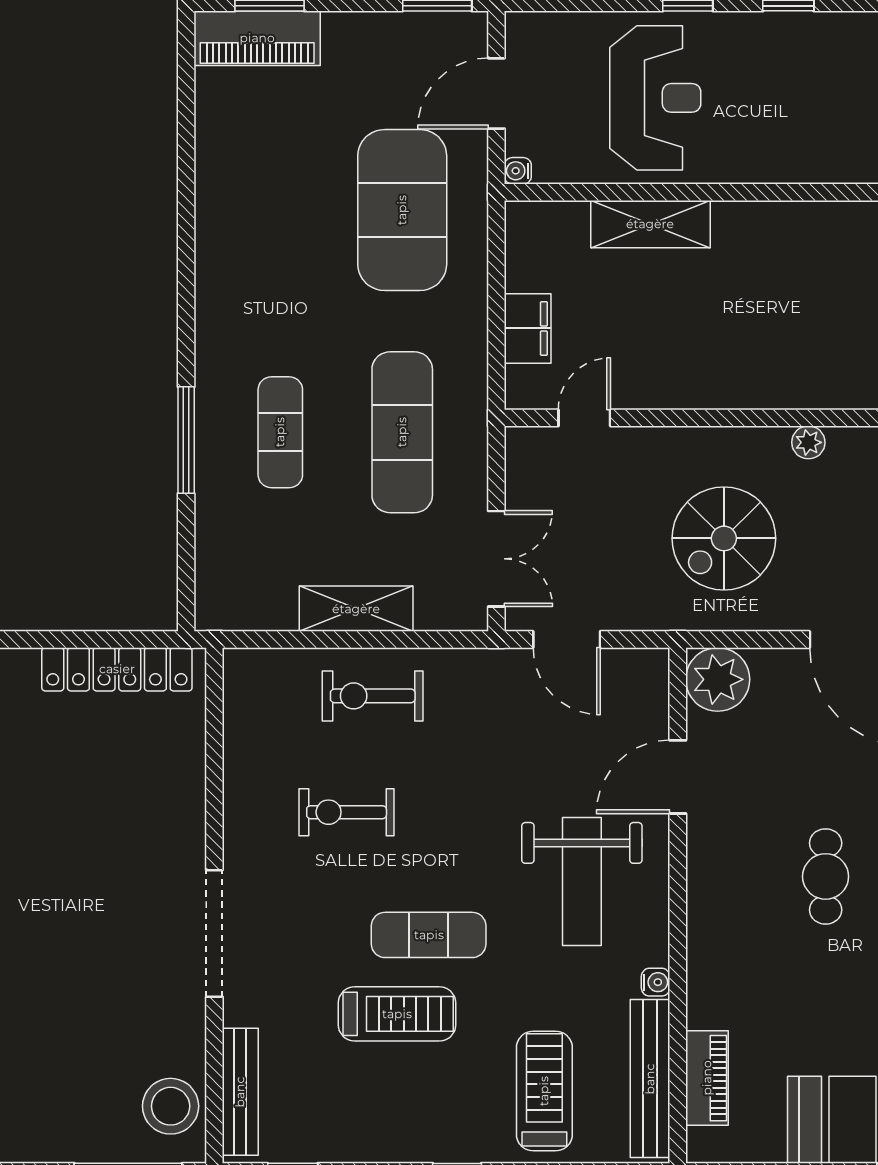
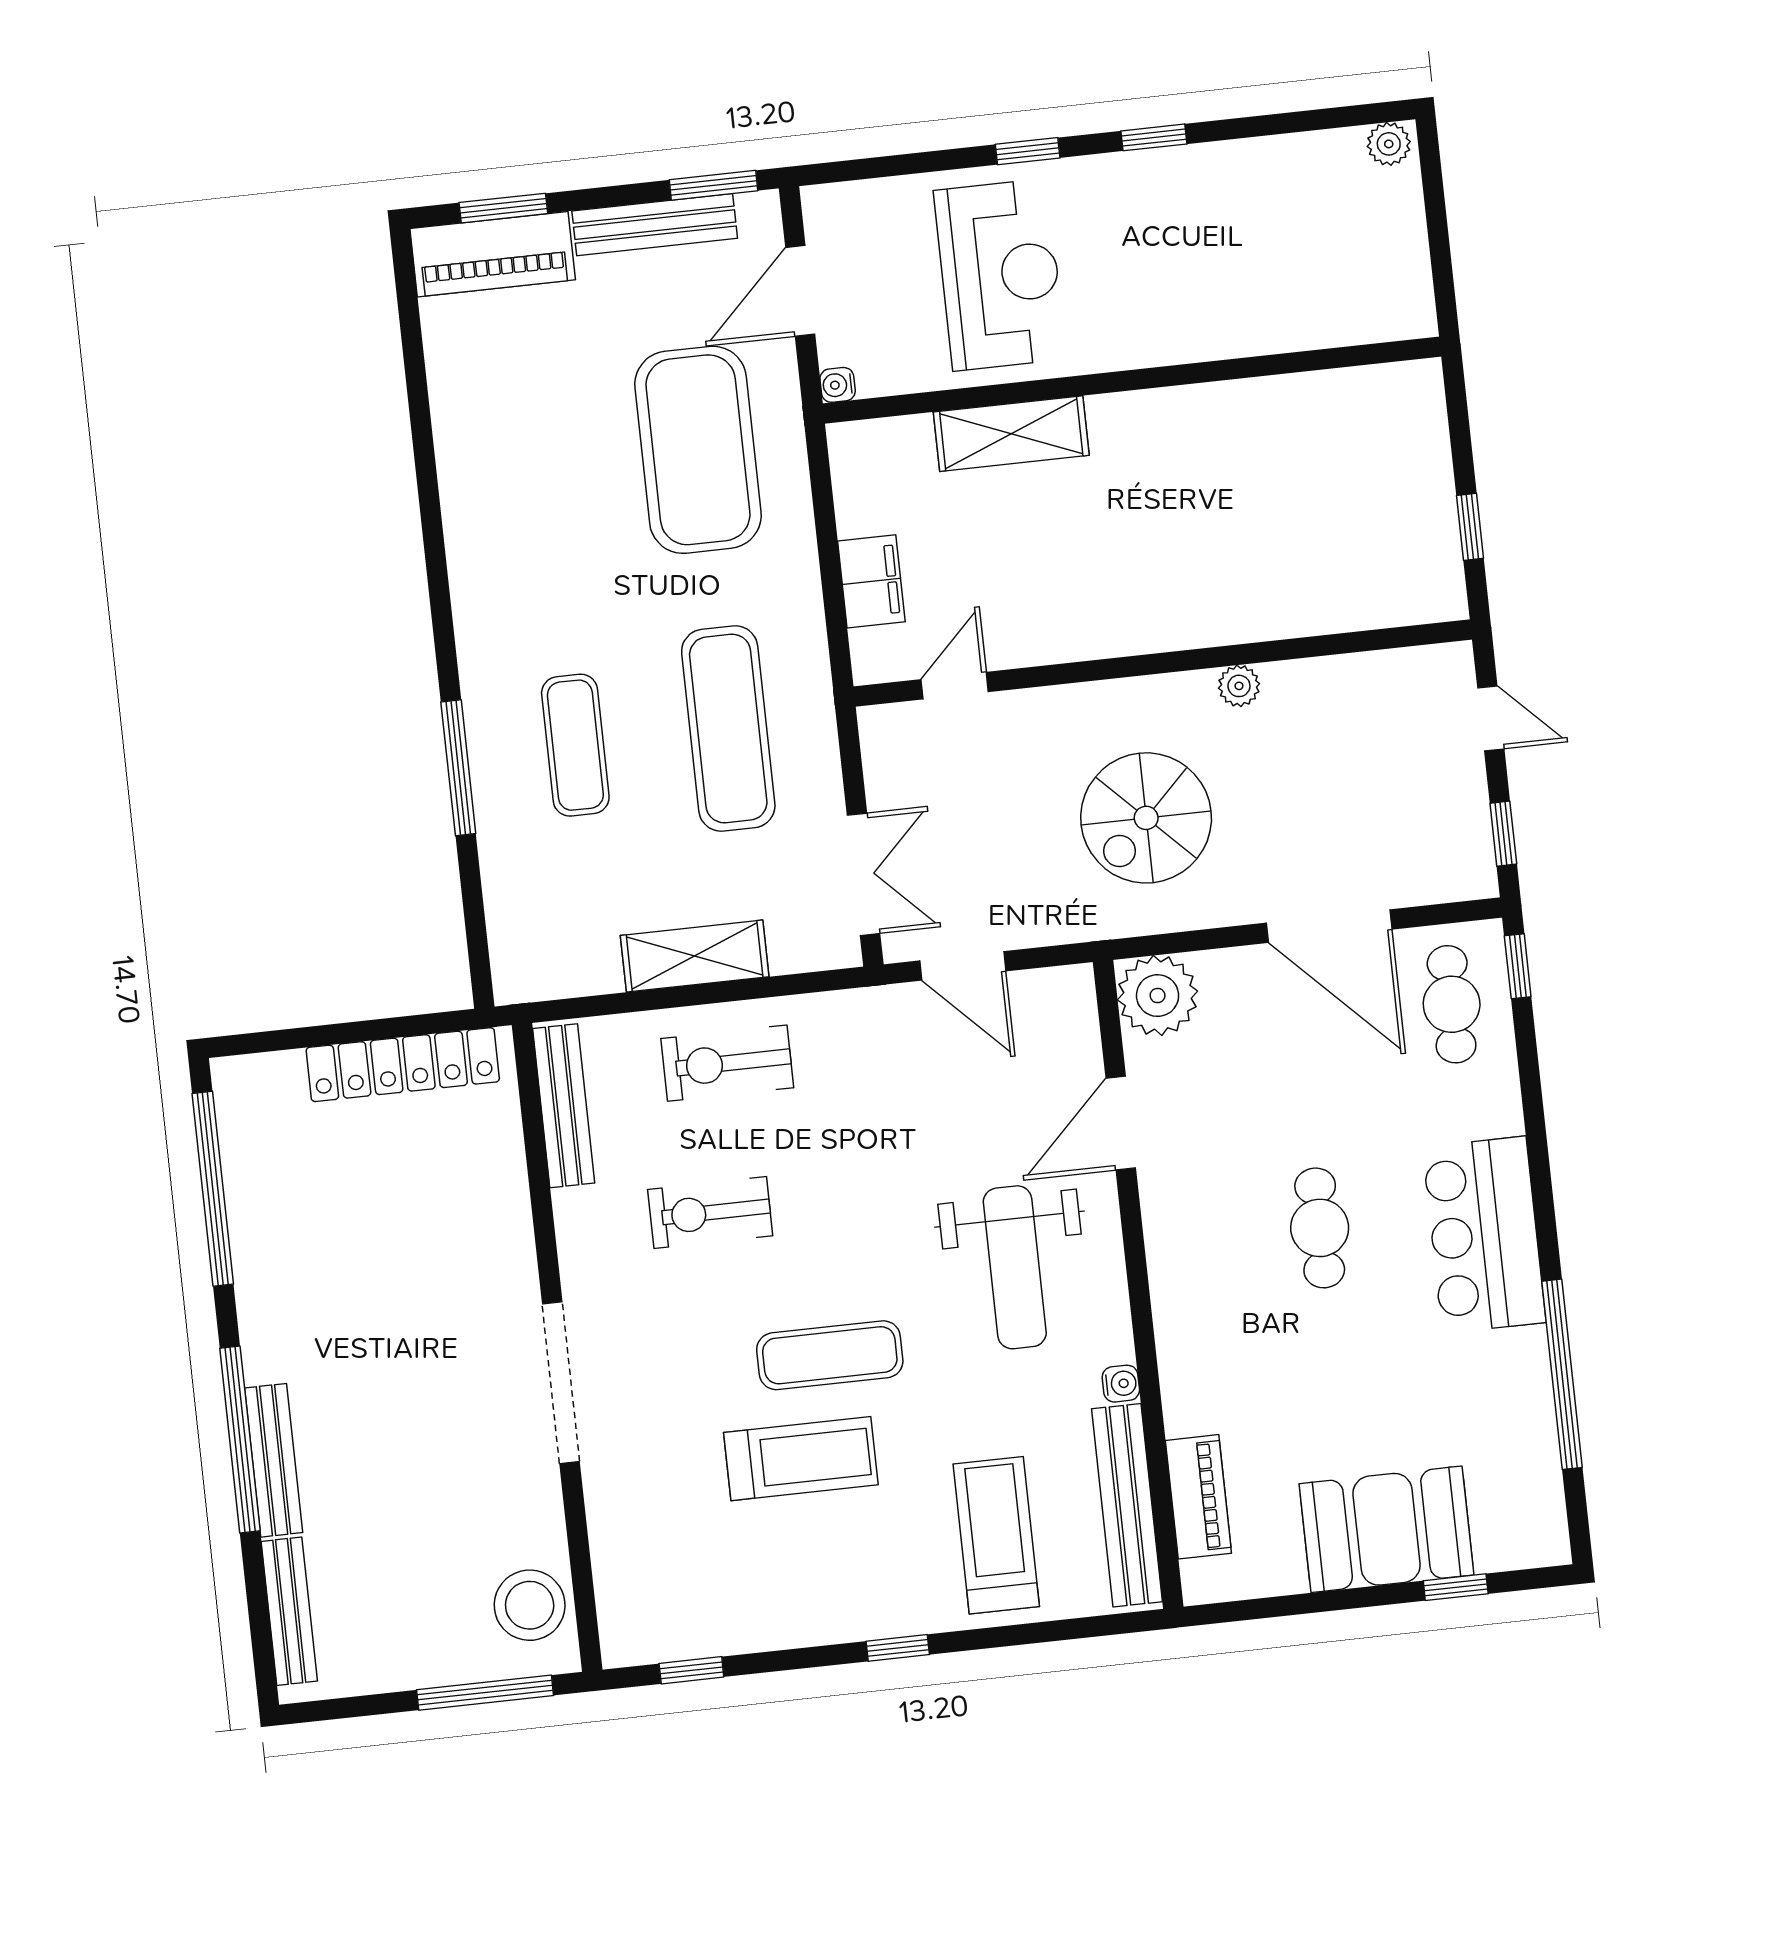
bench: (387, 29) -> (655, 225), added
bench: (240, 1092) -> (564, 1106), moved

